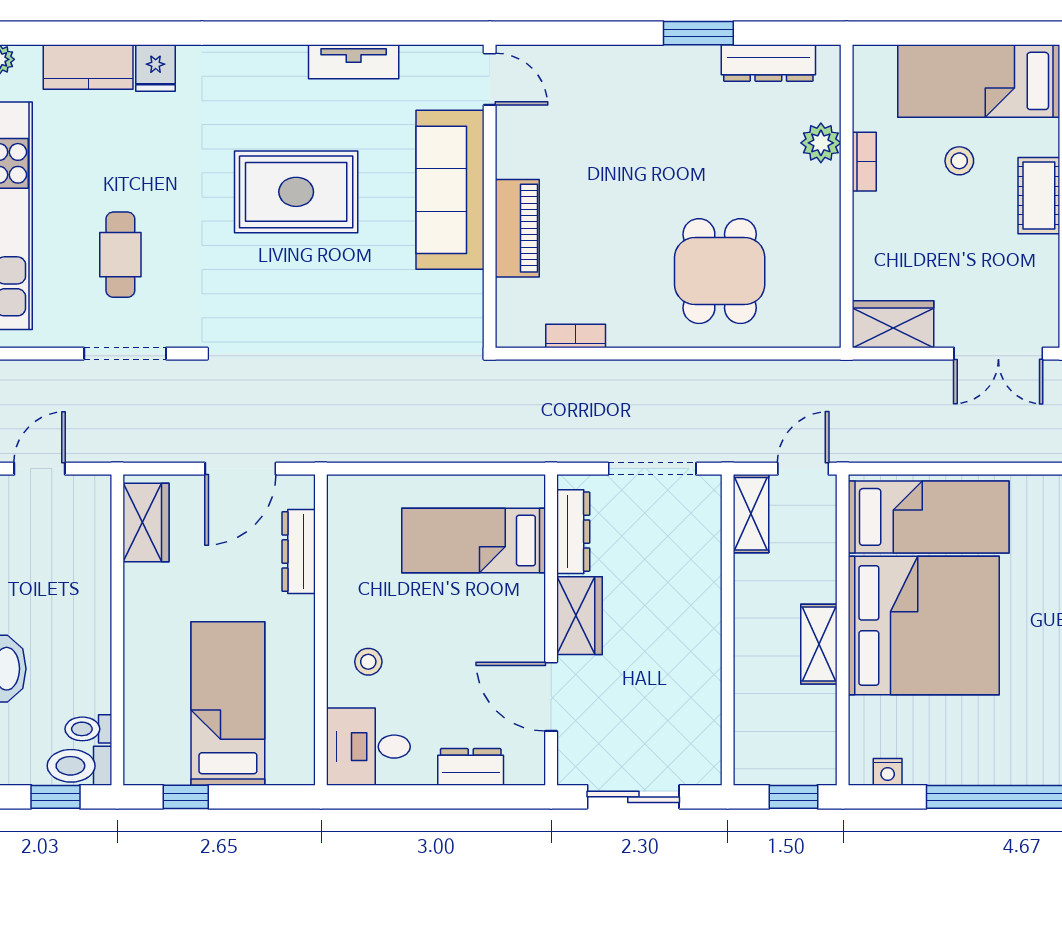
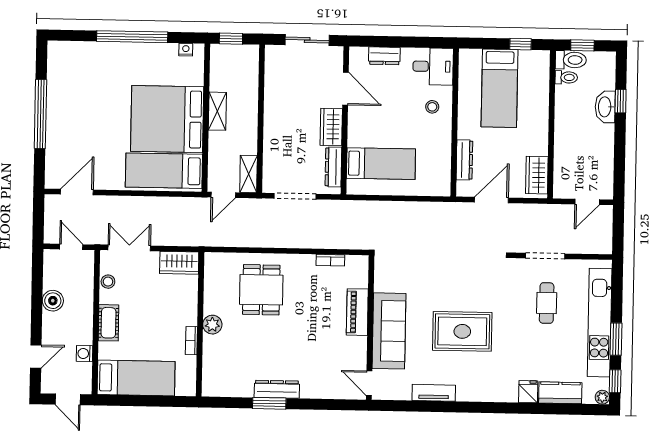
dresser: (768, 63) -> (277, 389), moved
plant: (821, 143) -> (212, 325), moved
stool: (959, 161) -> (108, 282), moved

